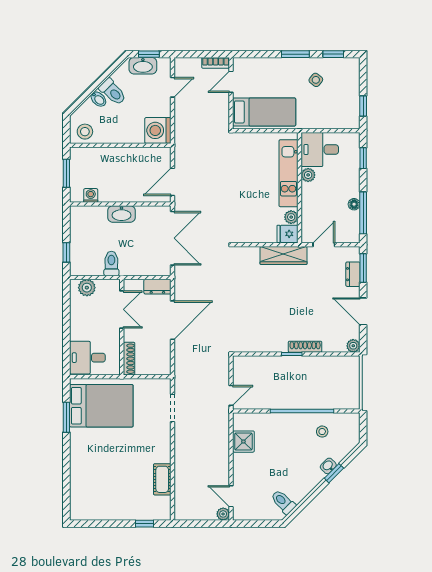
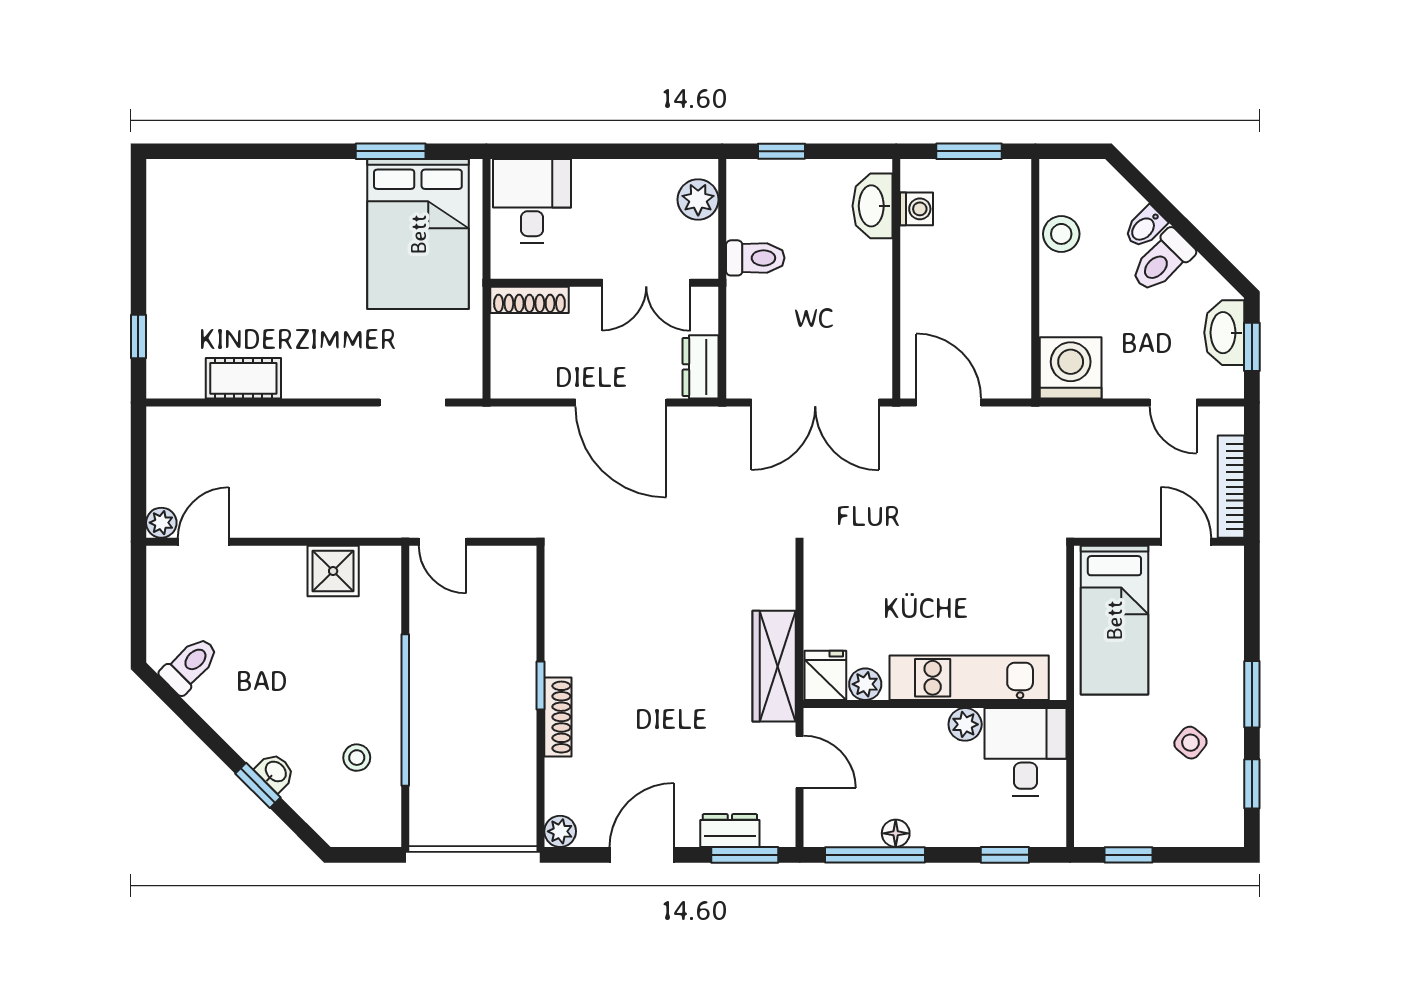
bookcase: (216, 63) -> (1231, 487), width x1.56
stool: (85, 132) -> (1061, 234), moved
washbasin: (122, 214) -> (872, 206), moved

